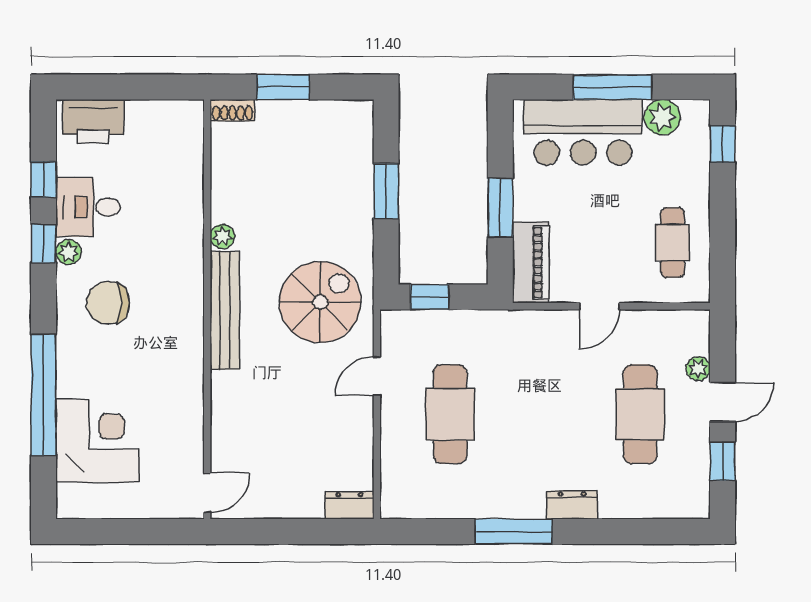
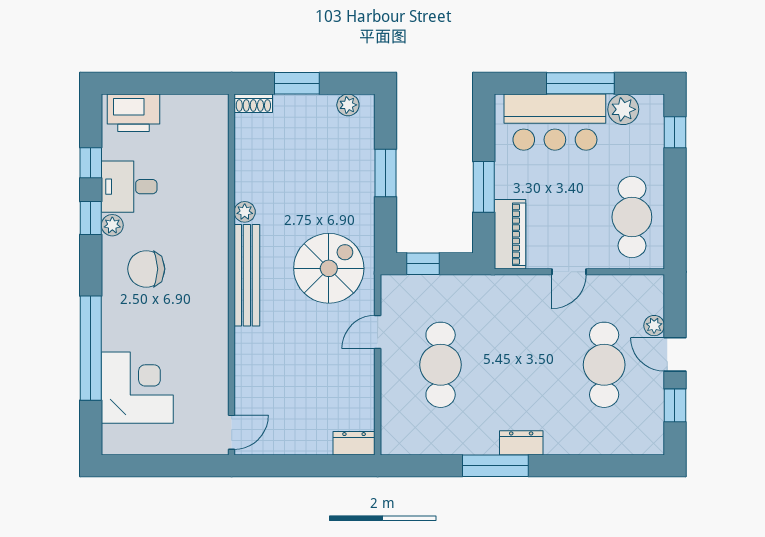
plant: (342, 112) -> (348, 105), added
cafe table: (673, 242) -> (632, 217), width x1.37, depth x1.35
door: (723, 402) -> (675, 354), swing flipped
dresser: (572, 505) -> (521, 443), moved

